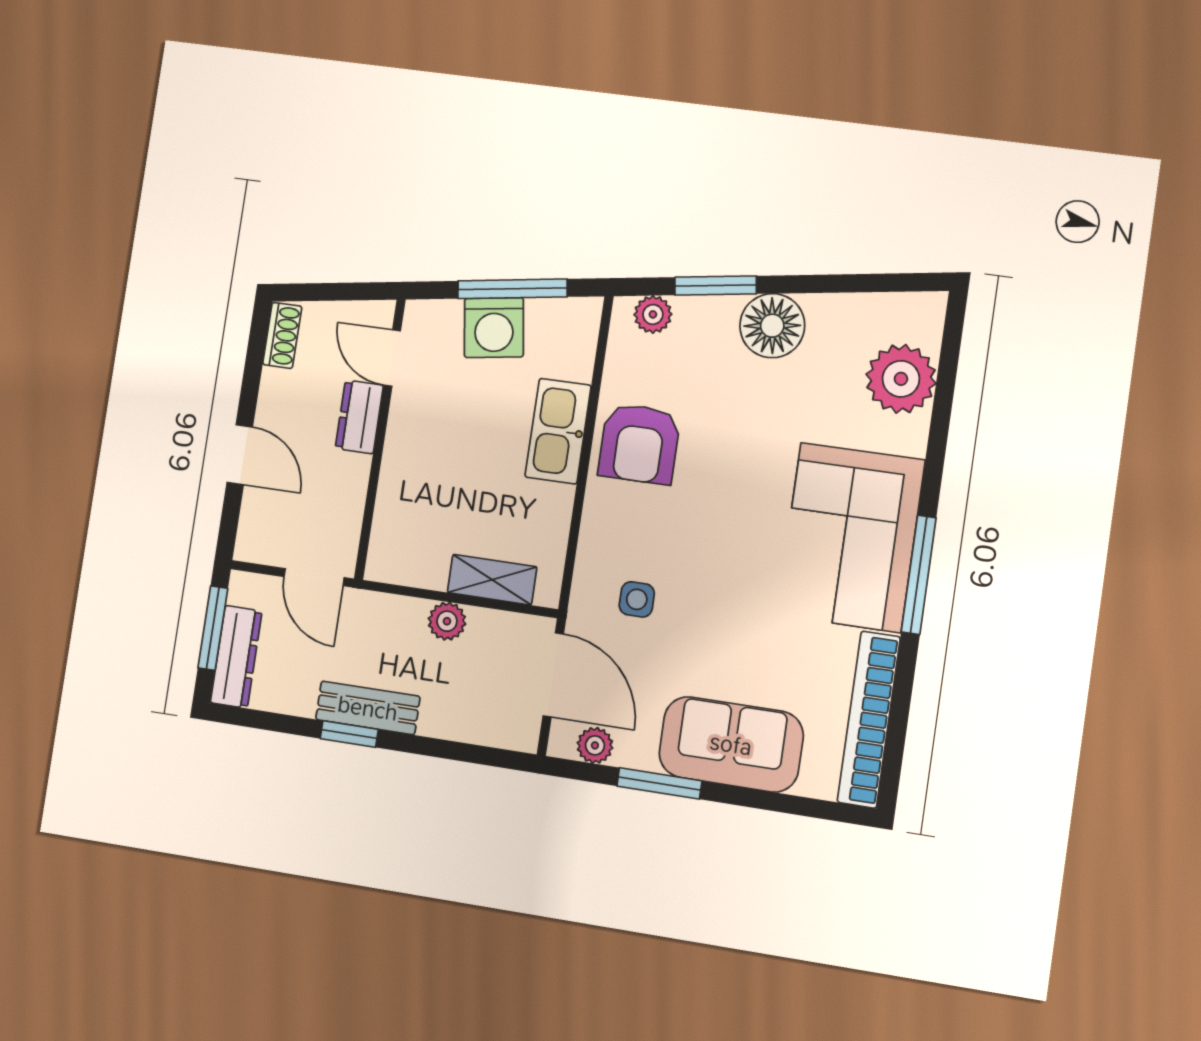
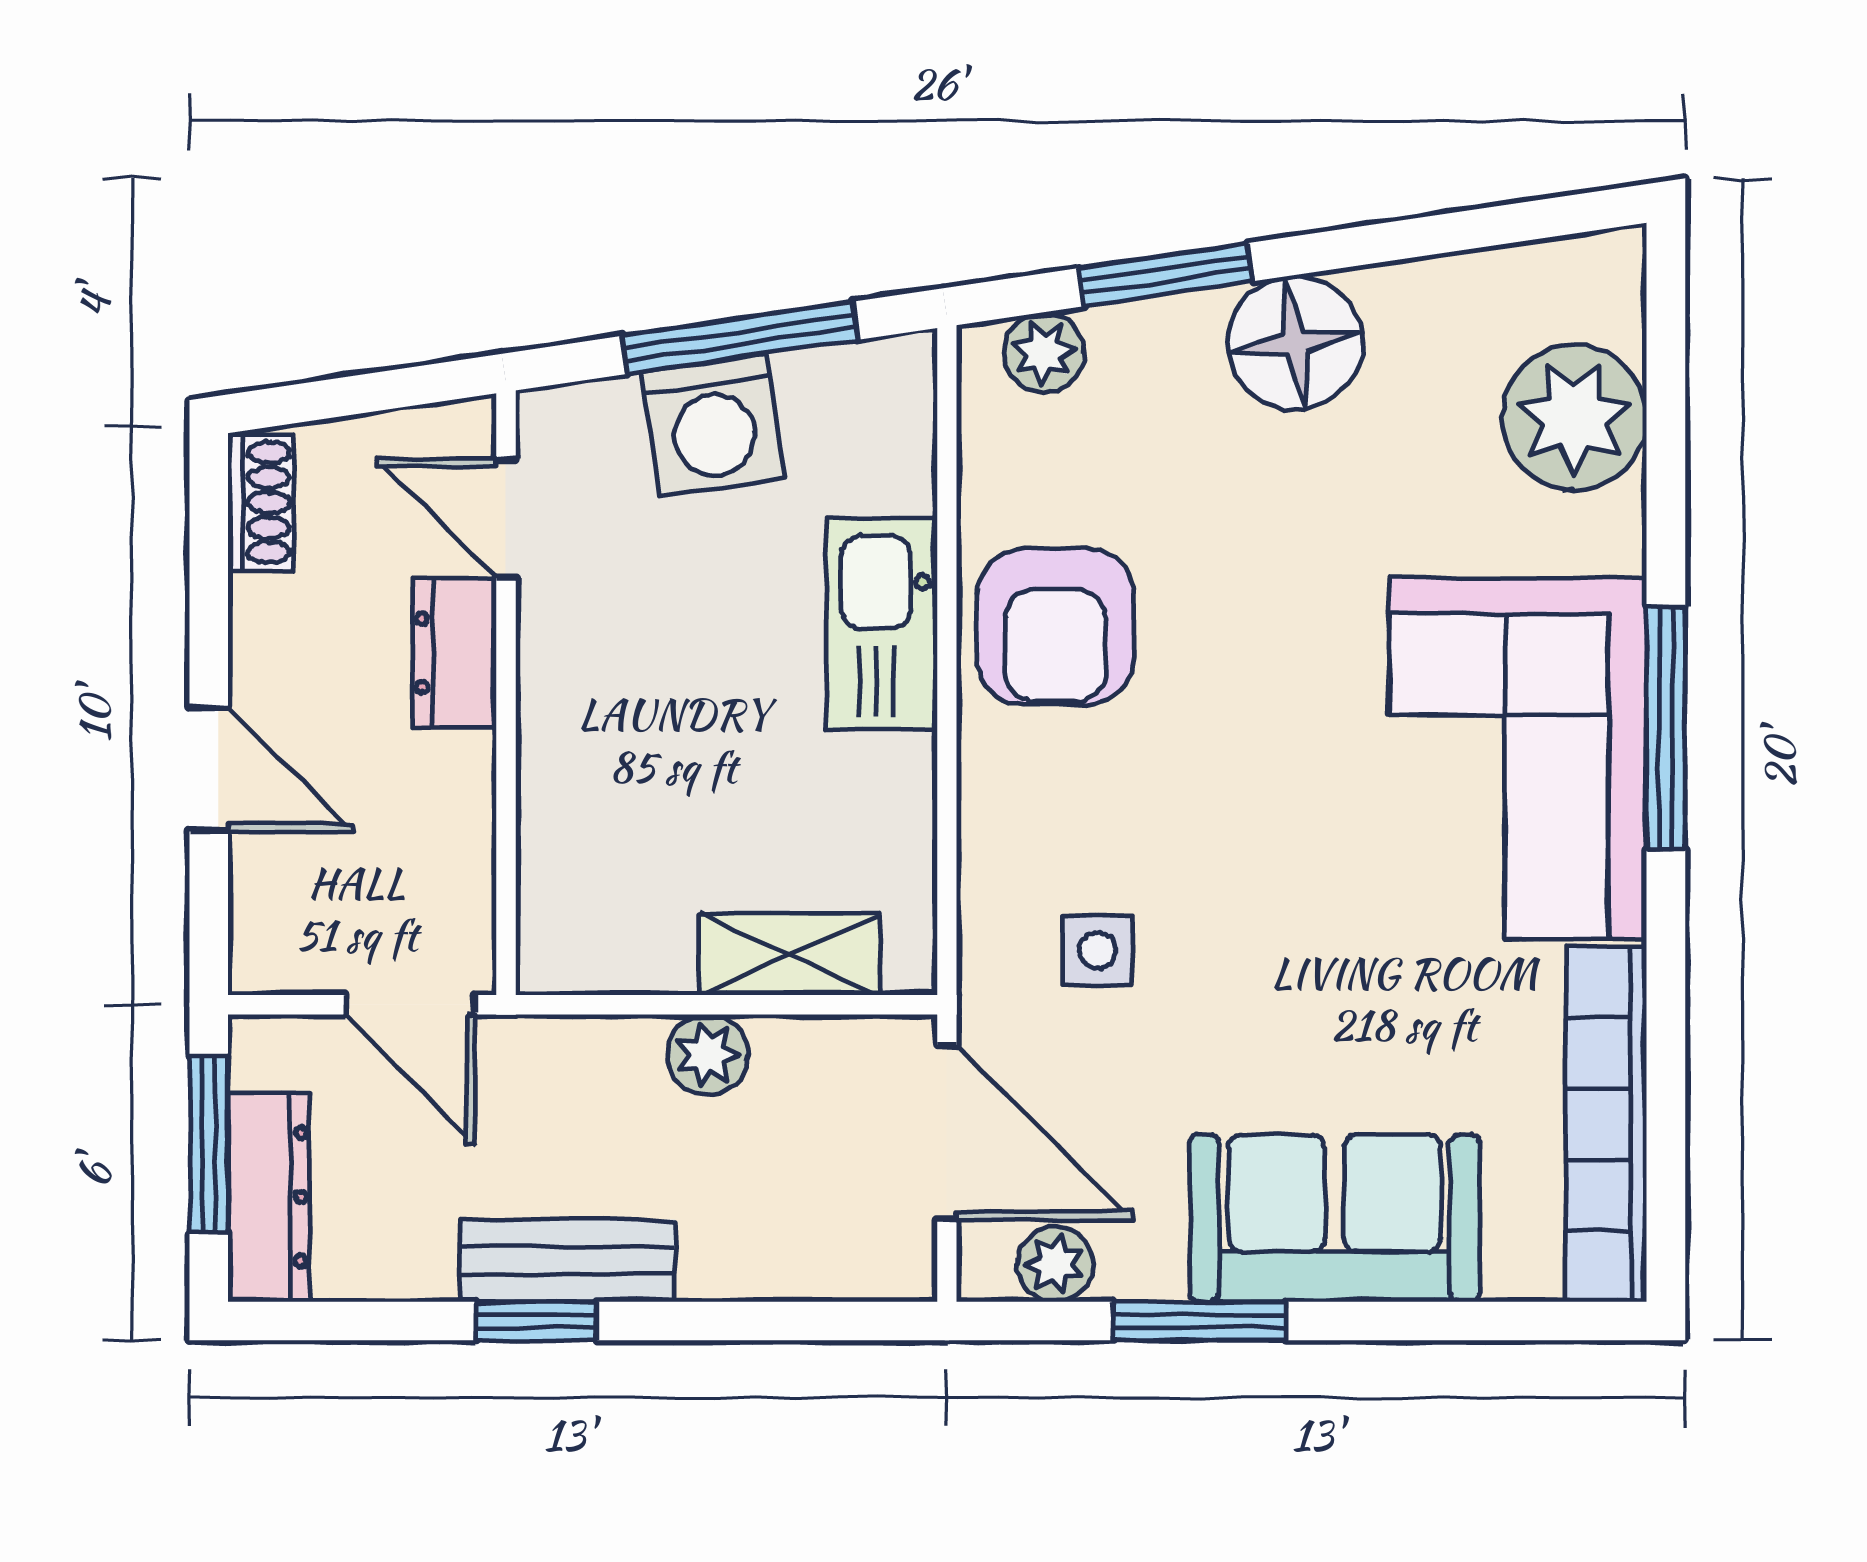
window: (919, 575) -> (1666, 728), moved

